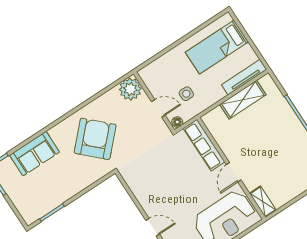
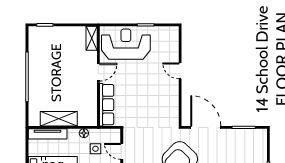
floor lamp: (177, 122) -> (84, 133), moved
door: (90, 188) -> (206, 127), added

